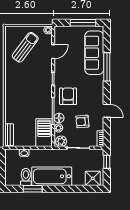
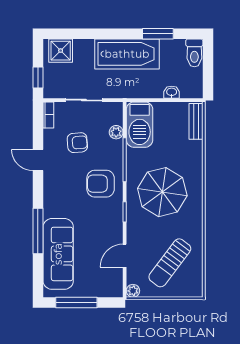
parasol: (30, 91) -> (162, 192), added
armchair: (68, 96) -> (101, 184), turned 90
floor lamp: (59, 118) -> (115, 148), removed
plant: (61, 141) -> (112, 110), removed
toilet: (26, 177) -> (194, 53), moved

